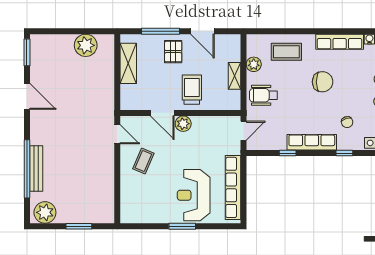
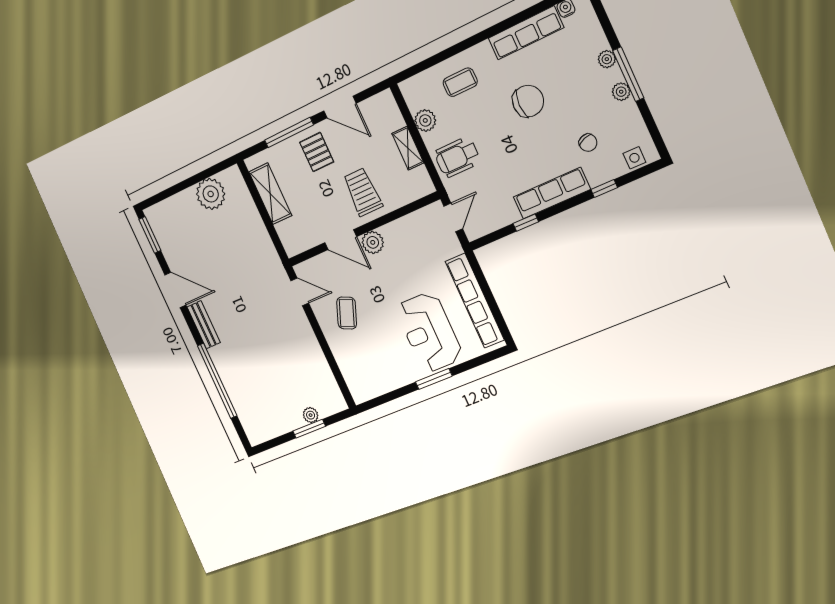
coffee table: (286, 52) -> (460, 82), width x0.73, depth x0.77
bench: (36, 168) -> (204, 325), moved, width x0.73
plant: (45, 212) -> (311, 415), moved, width x0.53, depth x0.53

